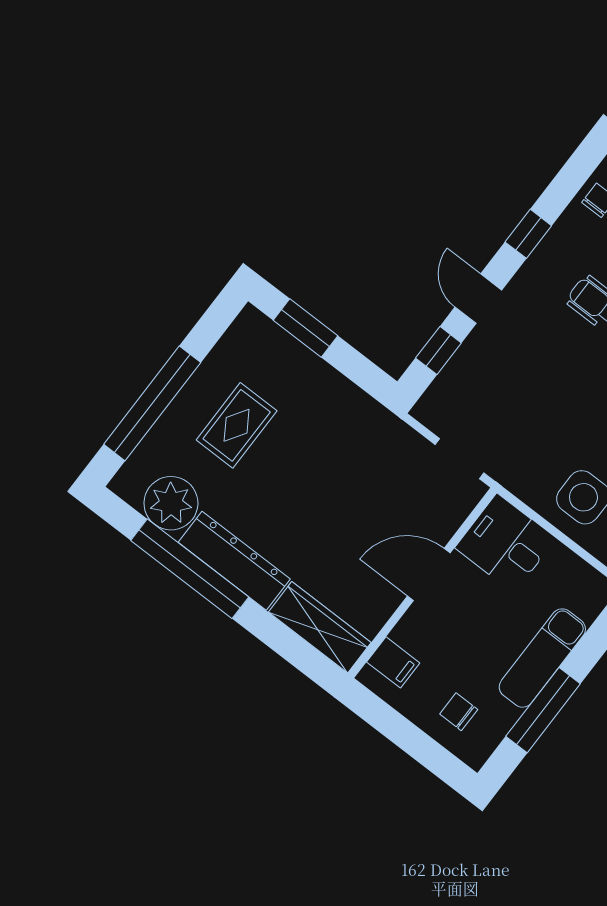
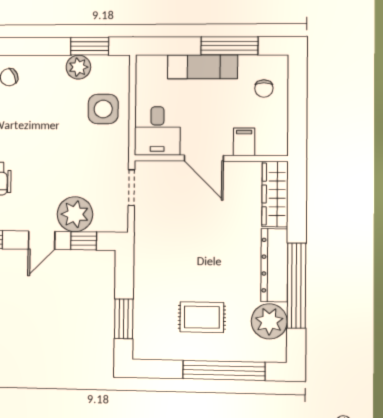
plant: (479, 364) -> (75, 214), added
filing cabinet: (393, 662) -> (244, 142), moved

